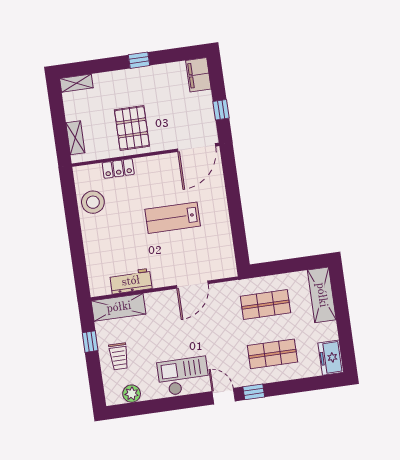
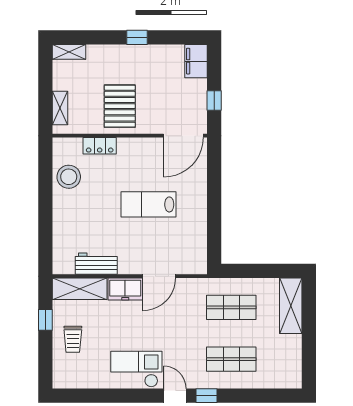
freezer: (331, 358) -> (125, 289), moved, turned -90
plant: (132, 394) -> (80, 379), removed

